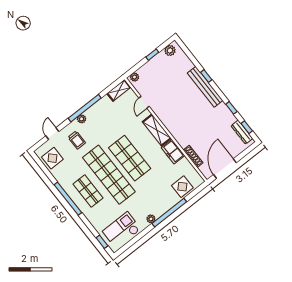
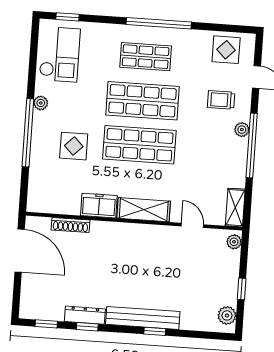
dresser: (242, 132) -> (85, 315), moved
shop shelf: (109, 175) -> (142, 101), width x0.71
display table: (182, 187) -> (74, 146), moved

